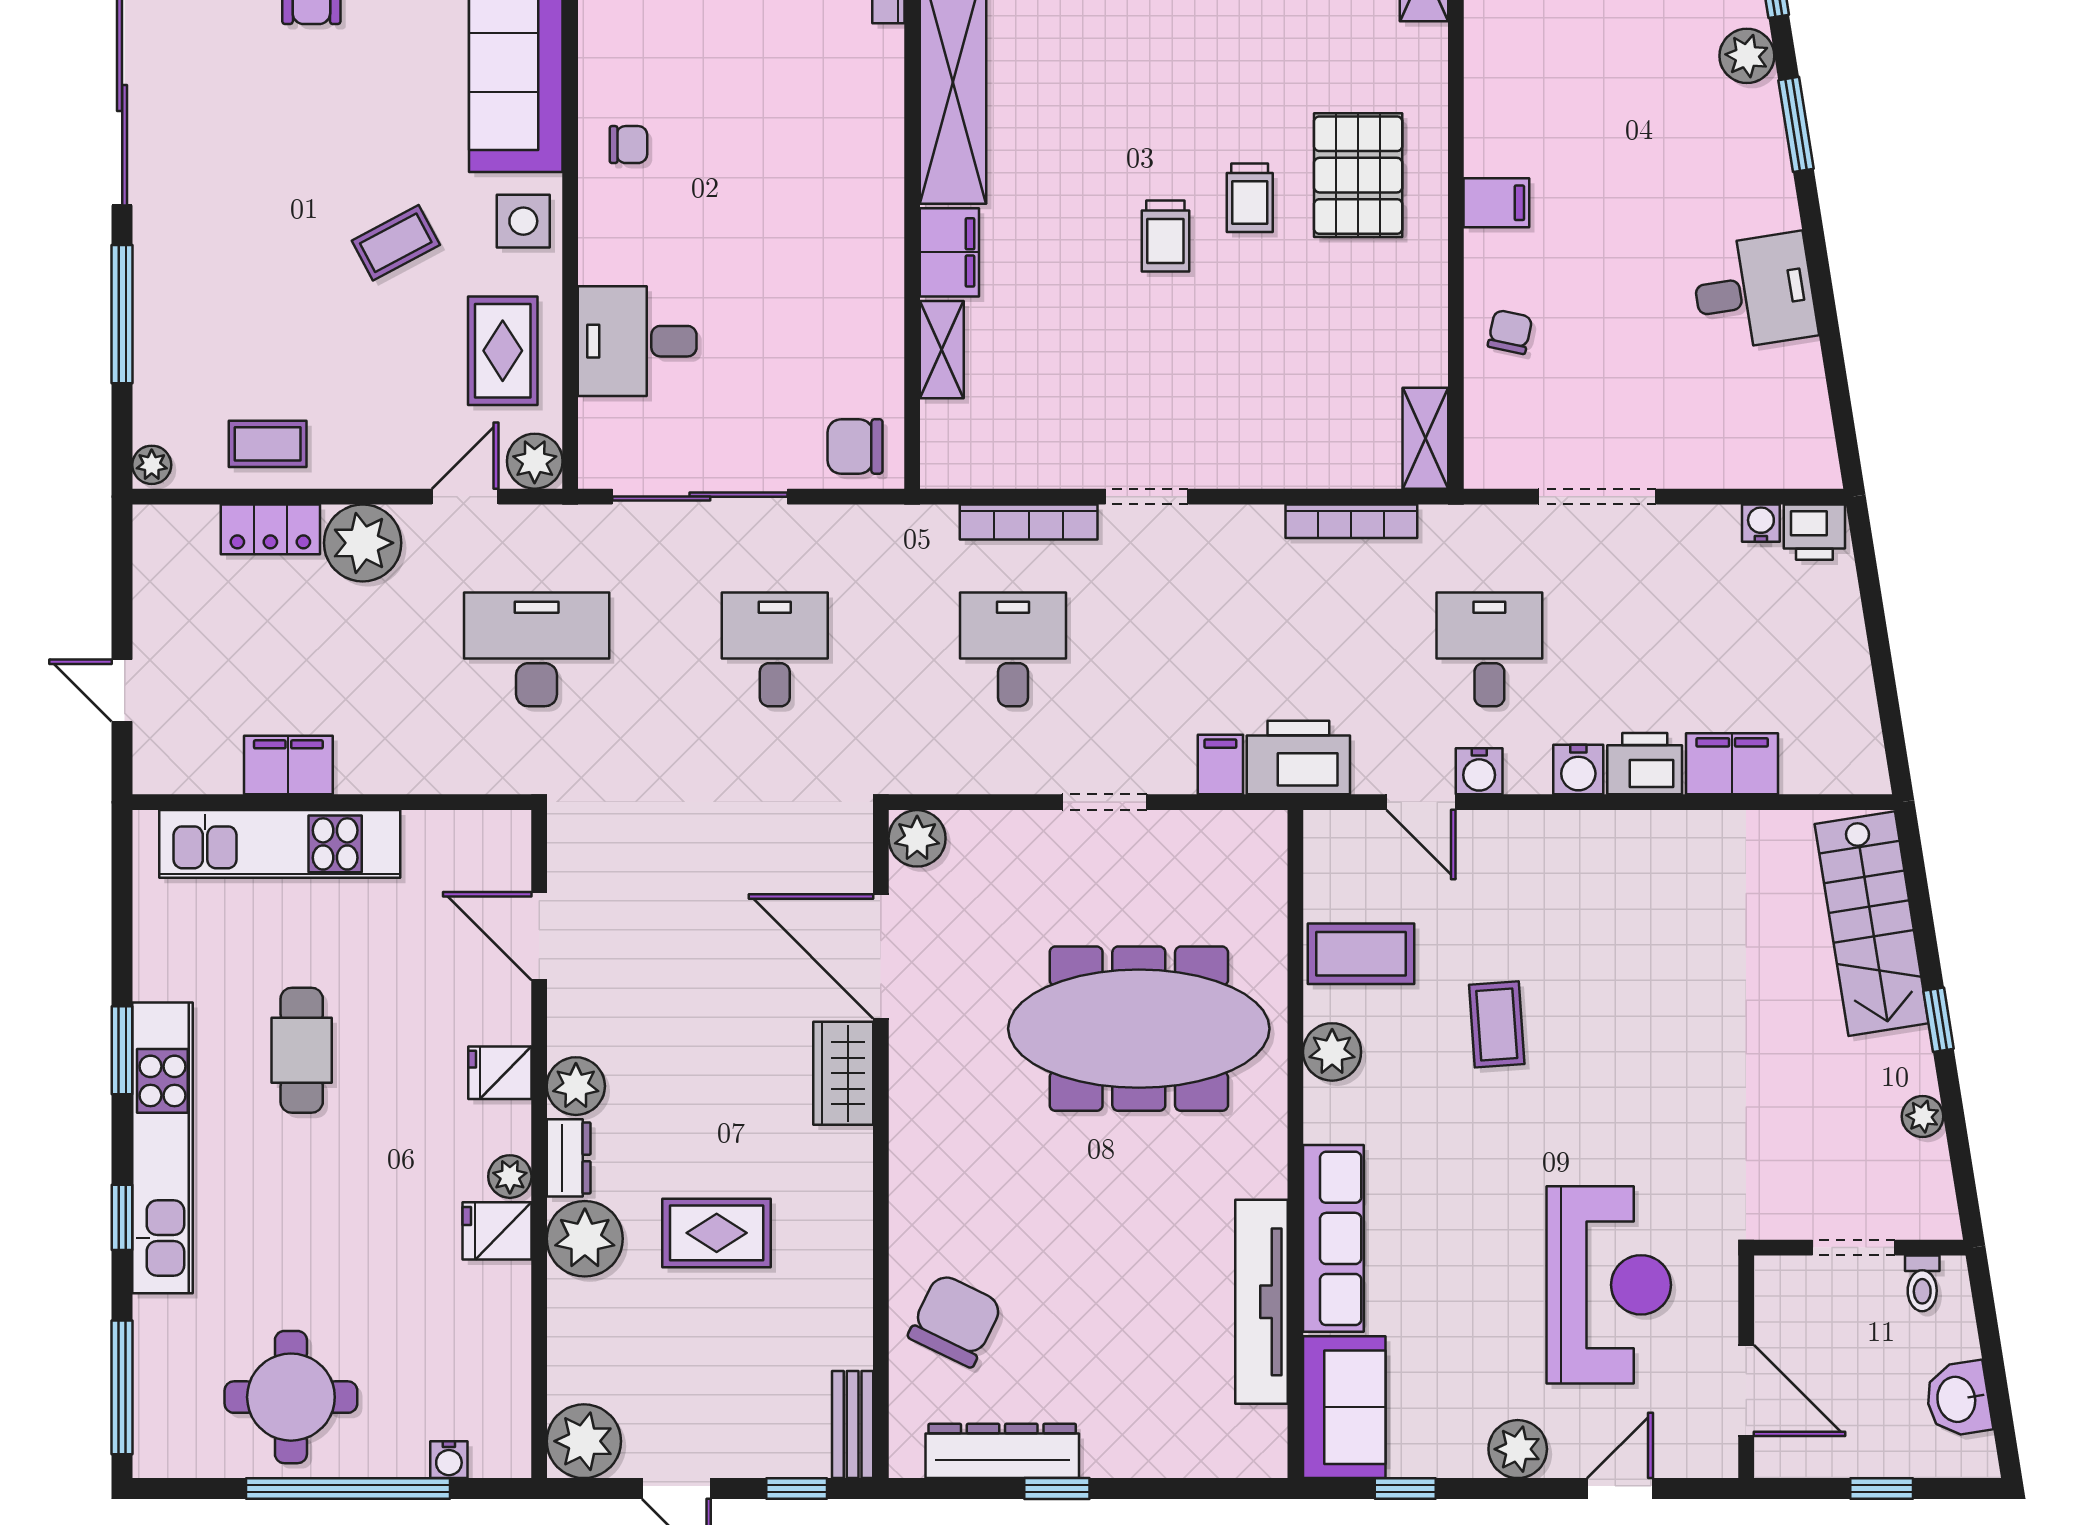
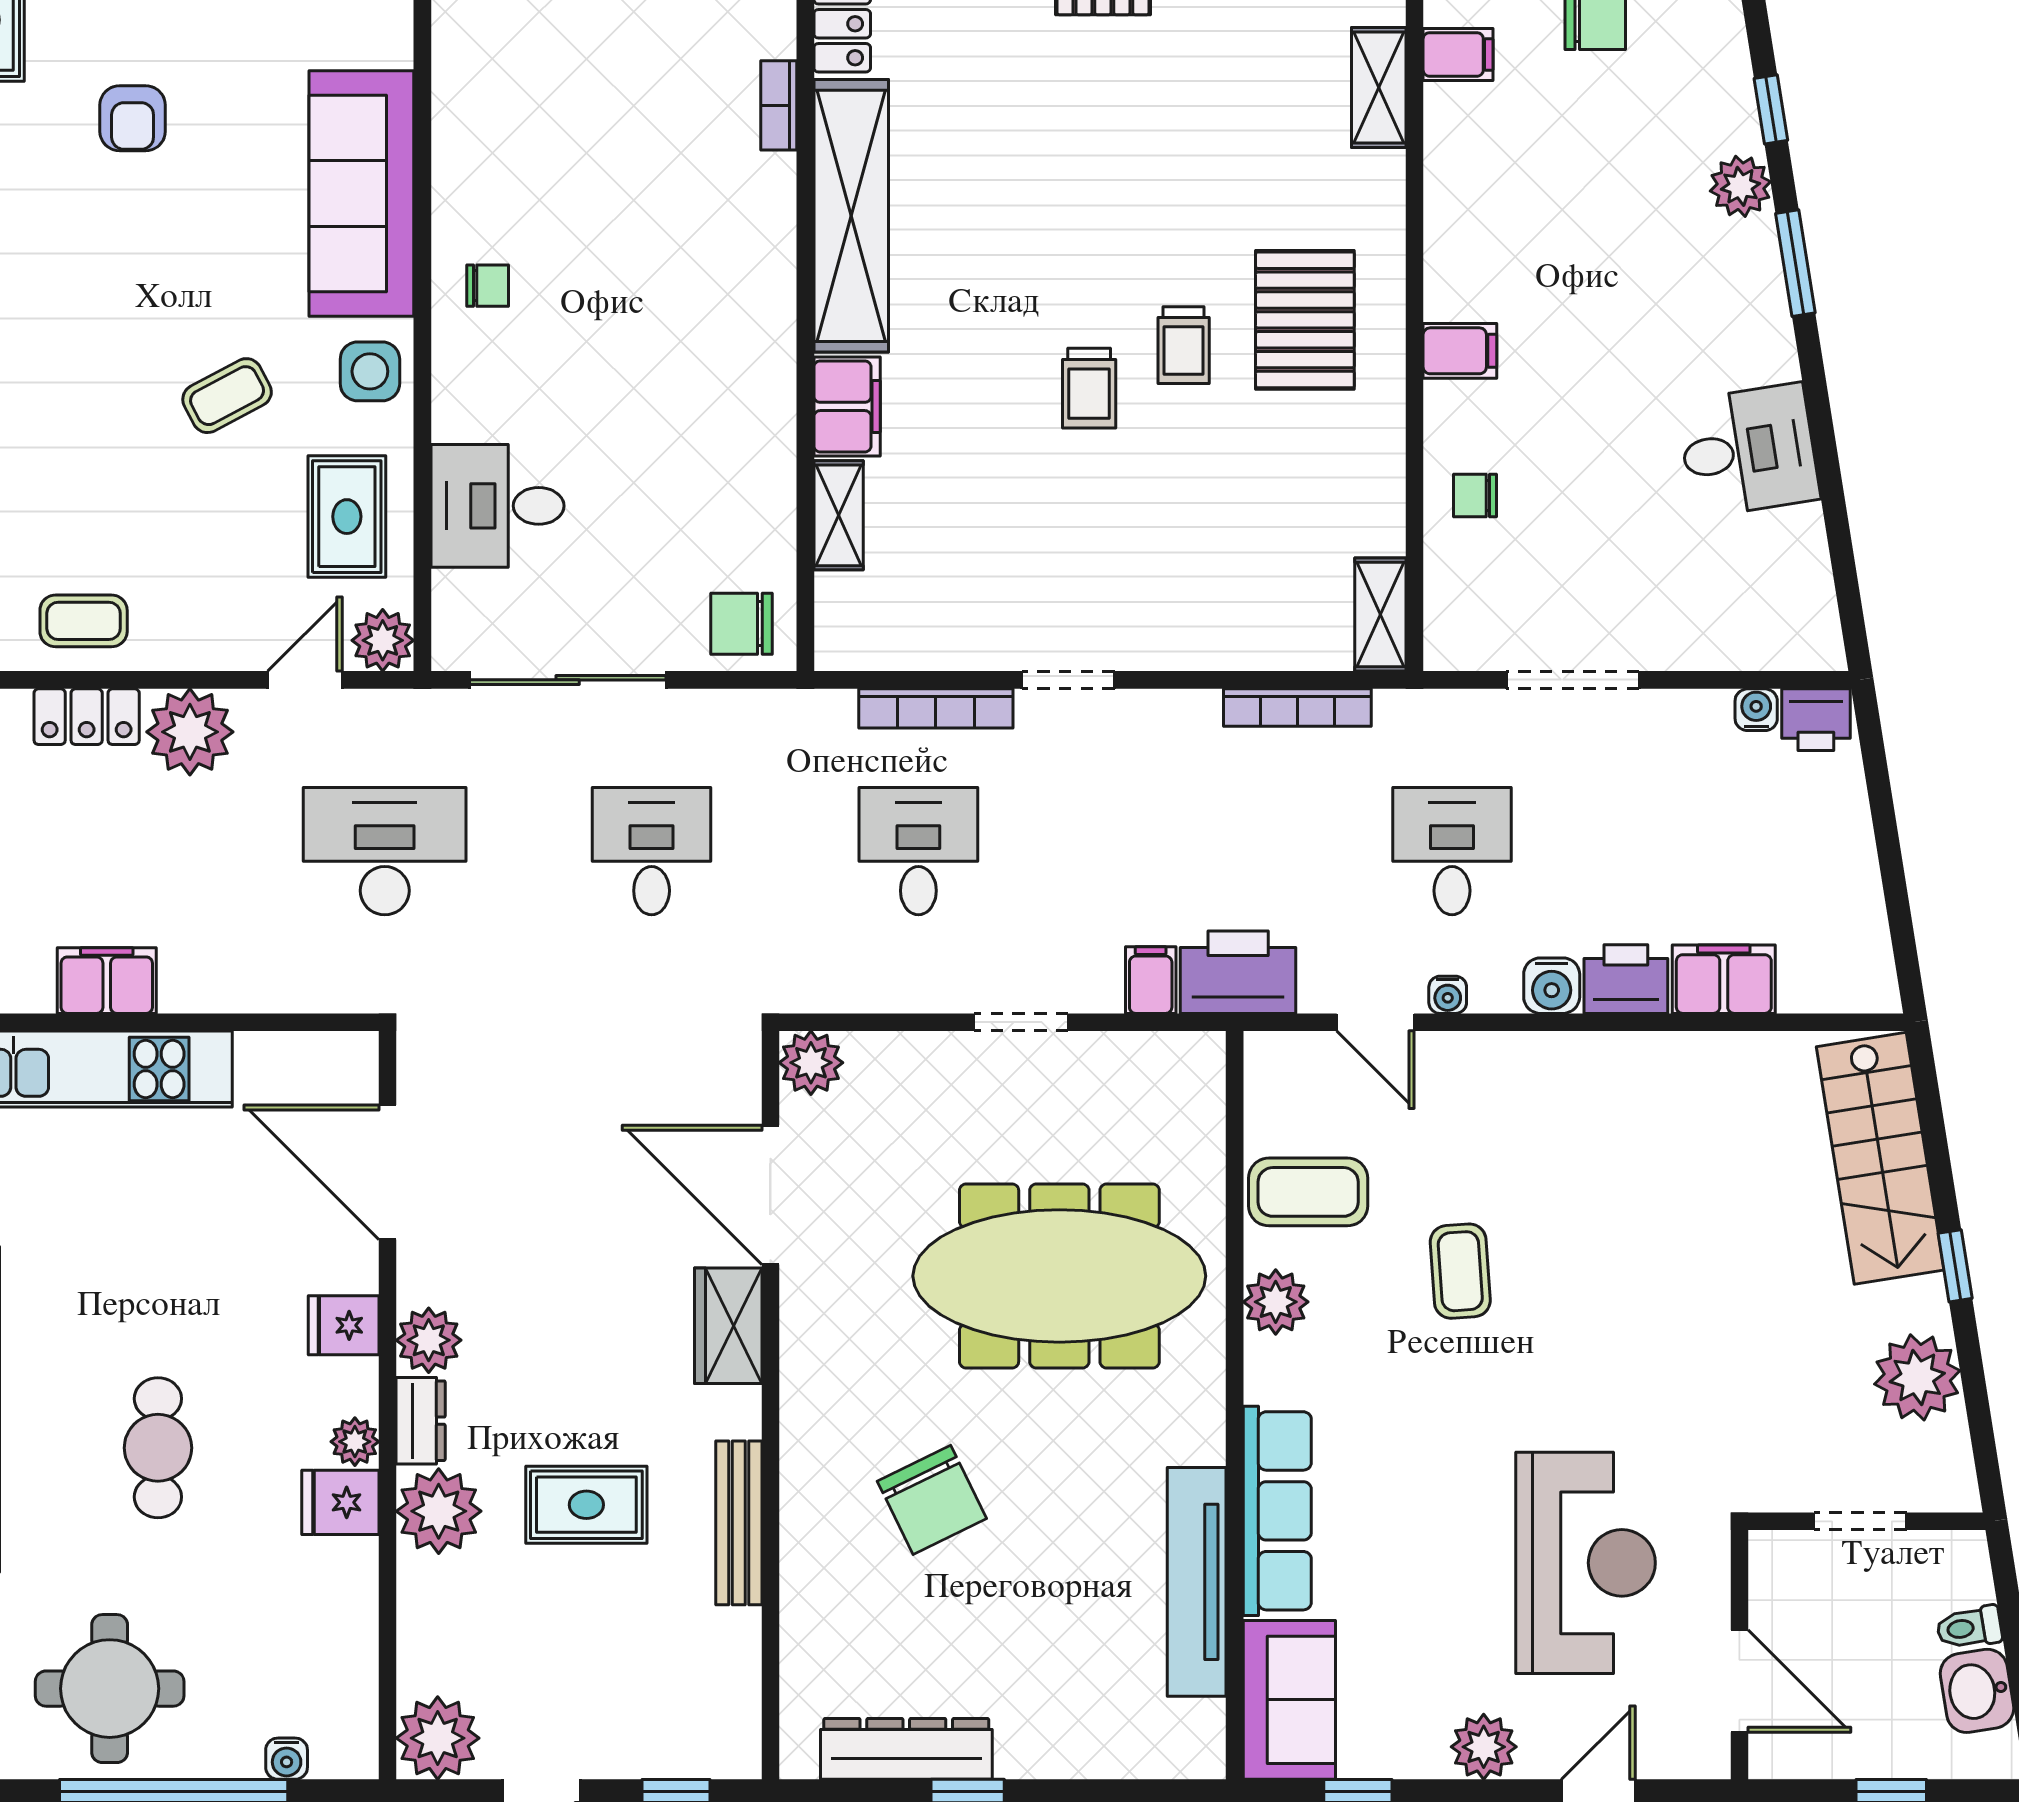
chair: (1510, 332) -> (1475, 495), turned -102
water cooler: (1479, 771) -> (1448, 995), width x0.72, depth x0.72
door: (539, 936) -> (388, 1172), width x1.36
cafe table: (302, 1050) -> (158, 1448), moved
plant: (1923, 1116) -> (1917, 1377), width x1.88, depth x1.88
toilet: (1922, 1283) -> (1969, 1628), moved, turned 81
chair: (955, 1320) -> (932, 1500), moved, turned 128
bench: (853, 1424) -> (739, 1523), moved, width x1.36

